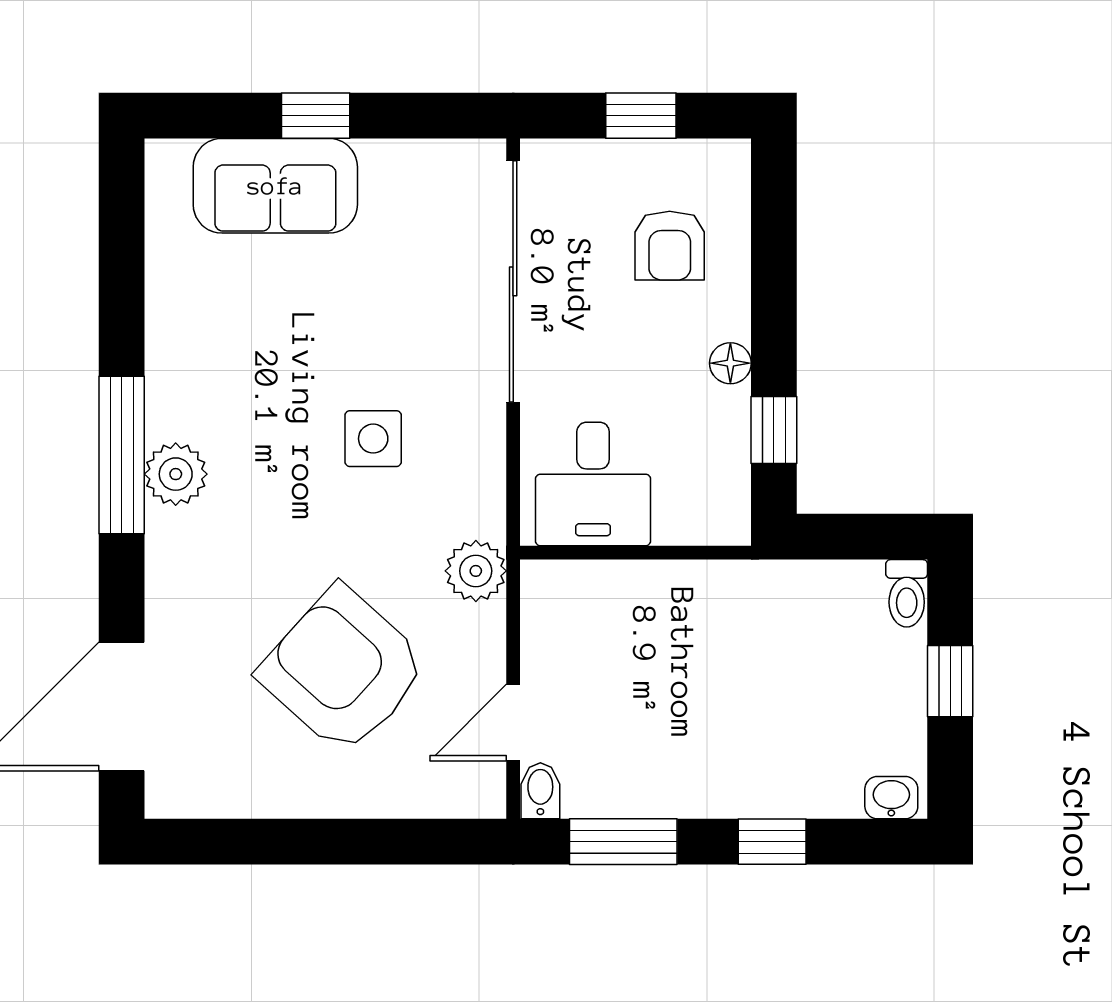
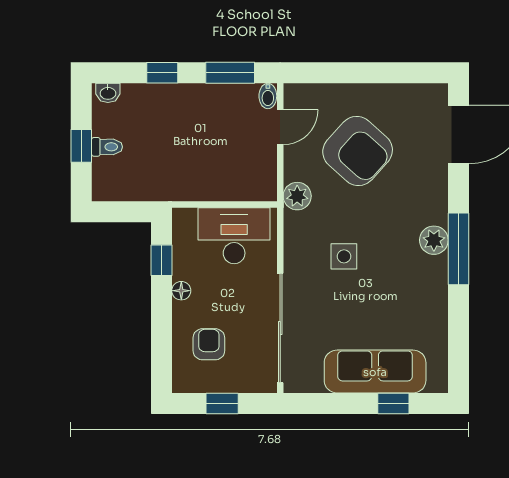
window: (316, 116) -> (393, 403), moved
sofa: (275, 186) -> (375, 372), width x1.36
desk: (593, 484) -> (234, 236), width x1.37
toilet: (907, 593) -> (107, 147), moved, turned 90

